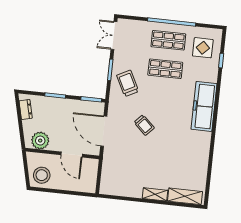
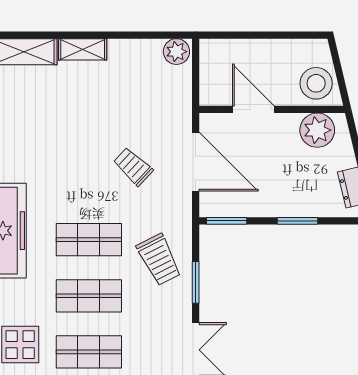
shop shelf: (162, 97) -> (89, 240), added
trolley: (144, 125) -> (133, 167), moved
stool: (42, 175) -> (316, 83), moved
plant: (107, 188) -> (176, 52), added

